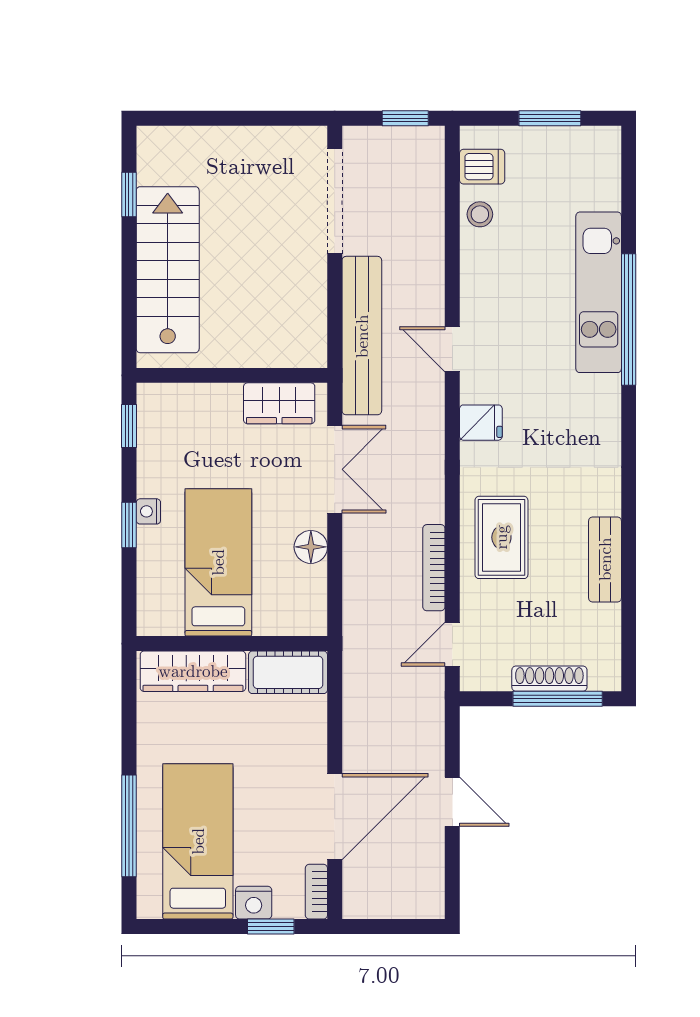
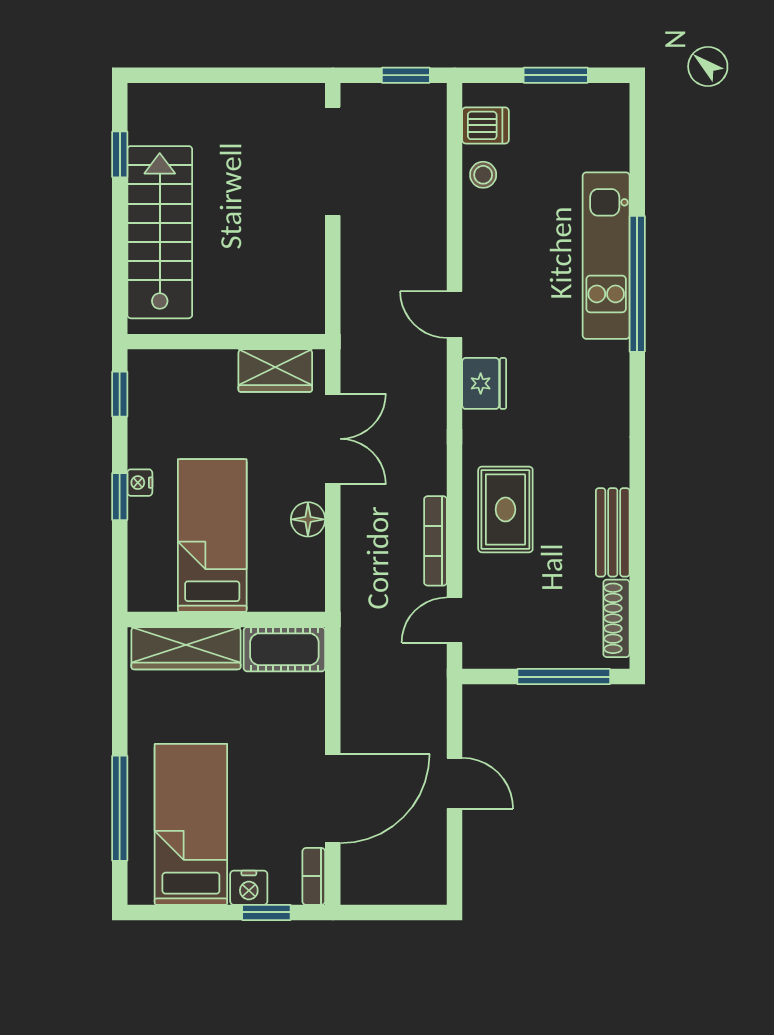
bench: (362, 336) -> (361, 300), removed
fridge: (481, 423) -> (484, 383), width x1.38
shoe rack: (549, 679) -> (616, 618), moved, turned -90

